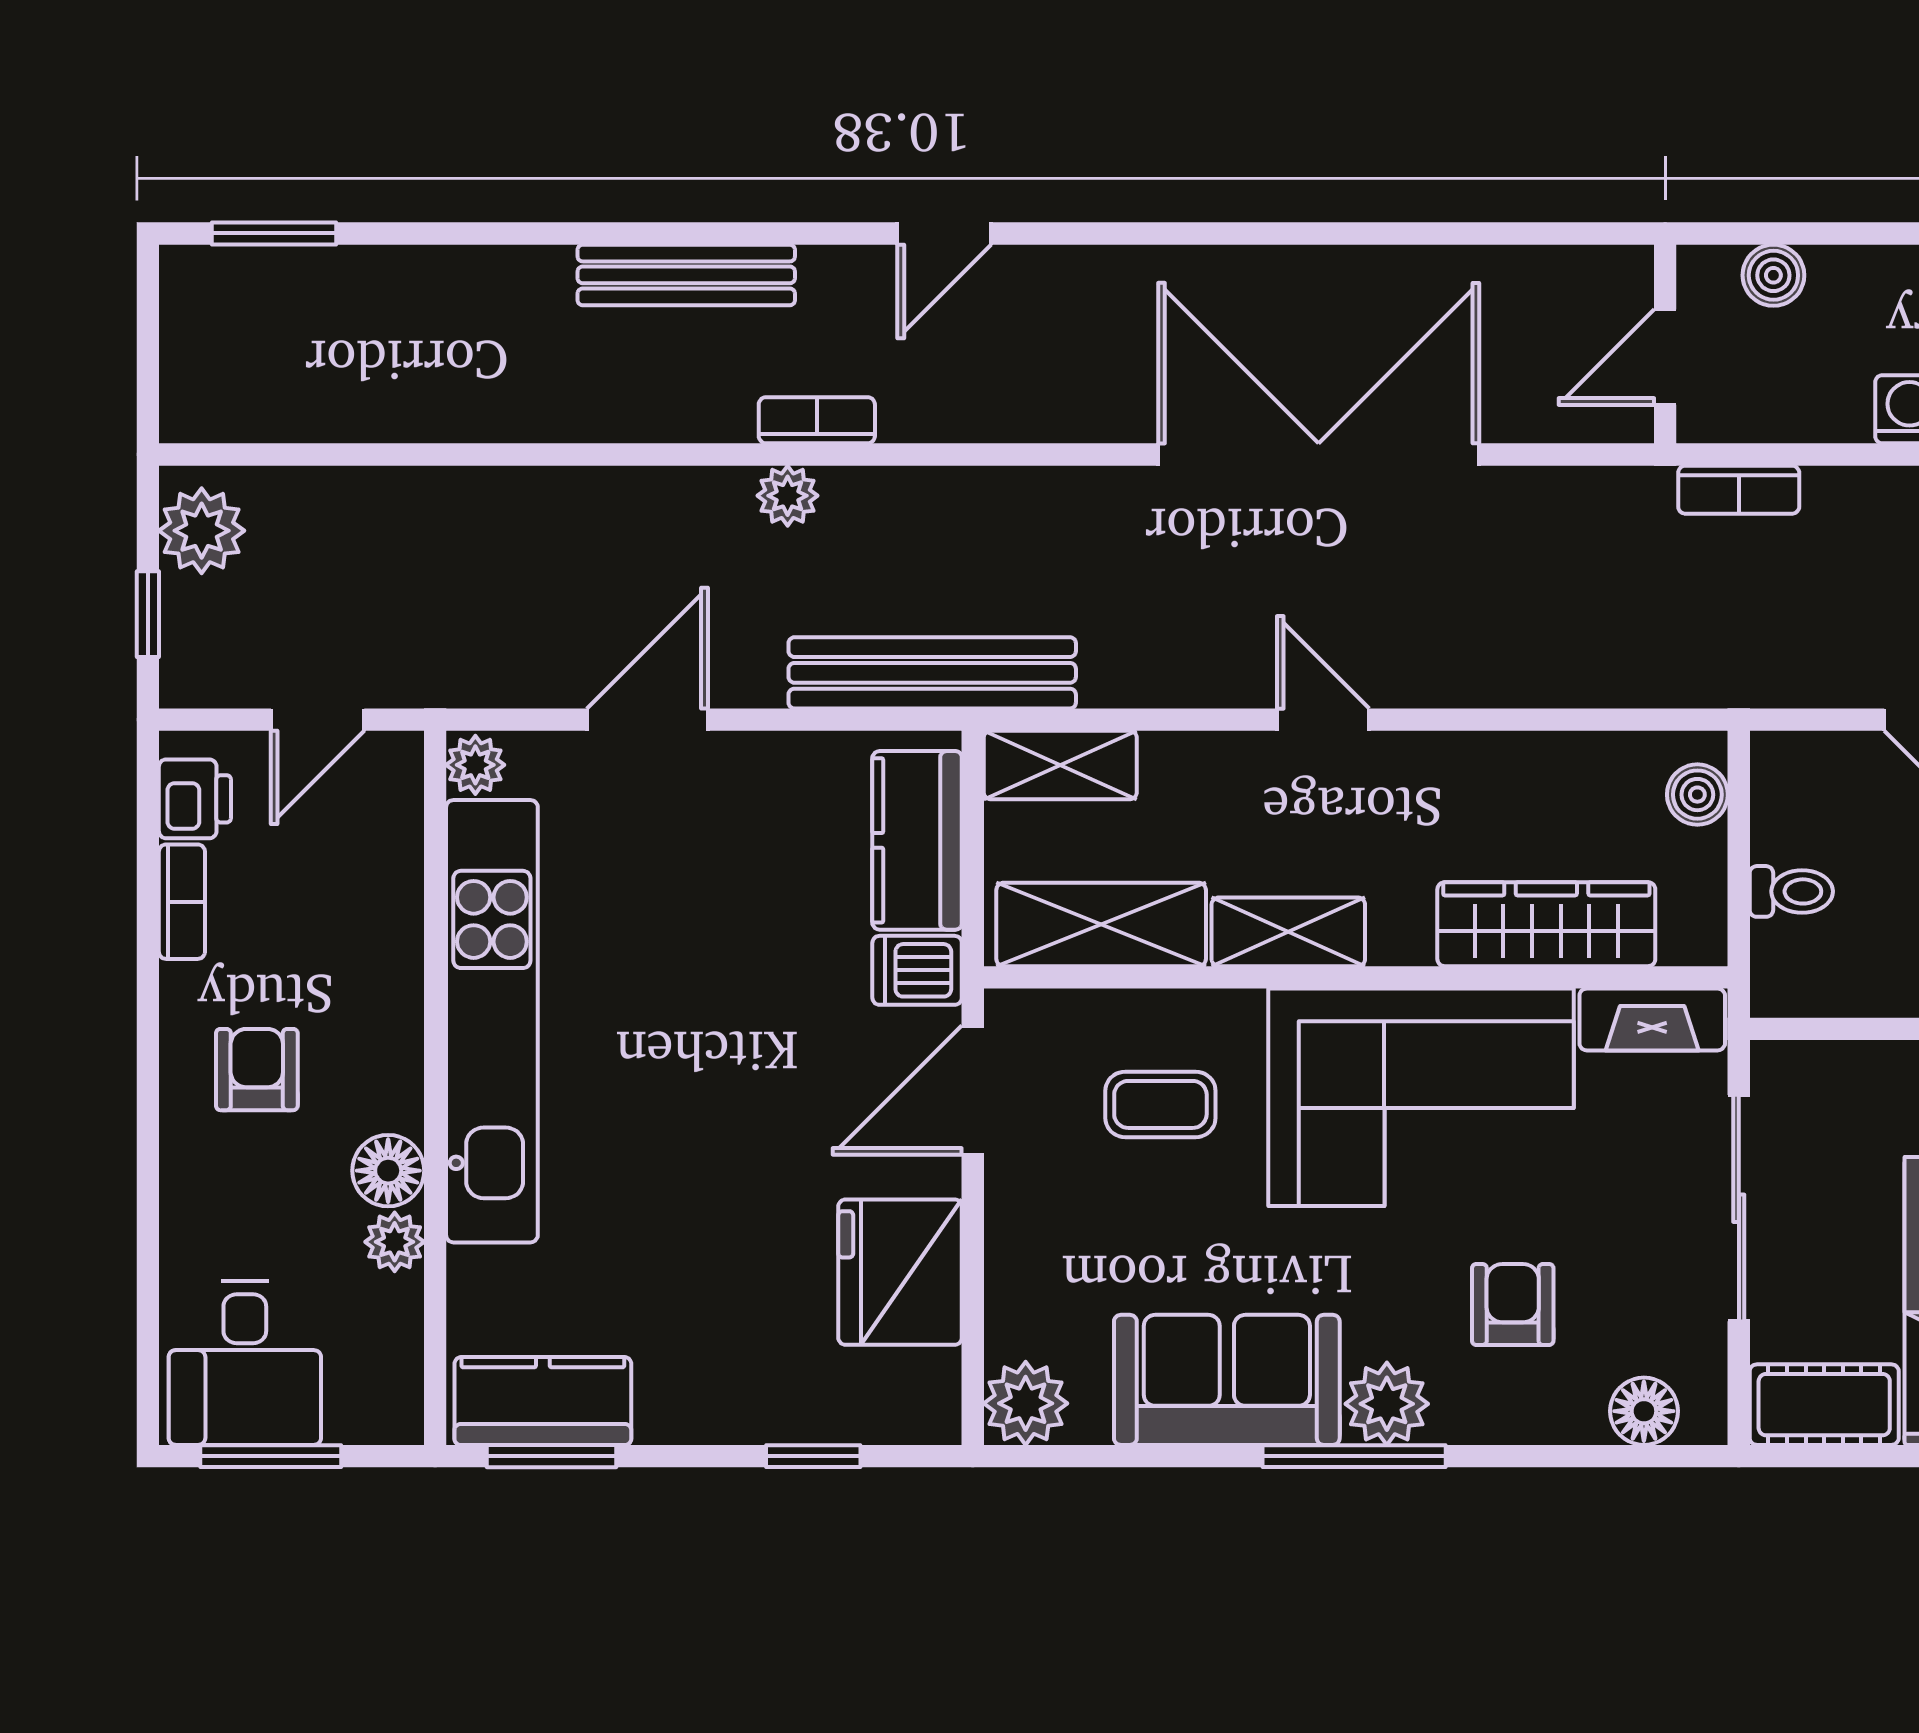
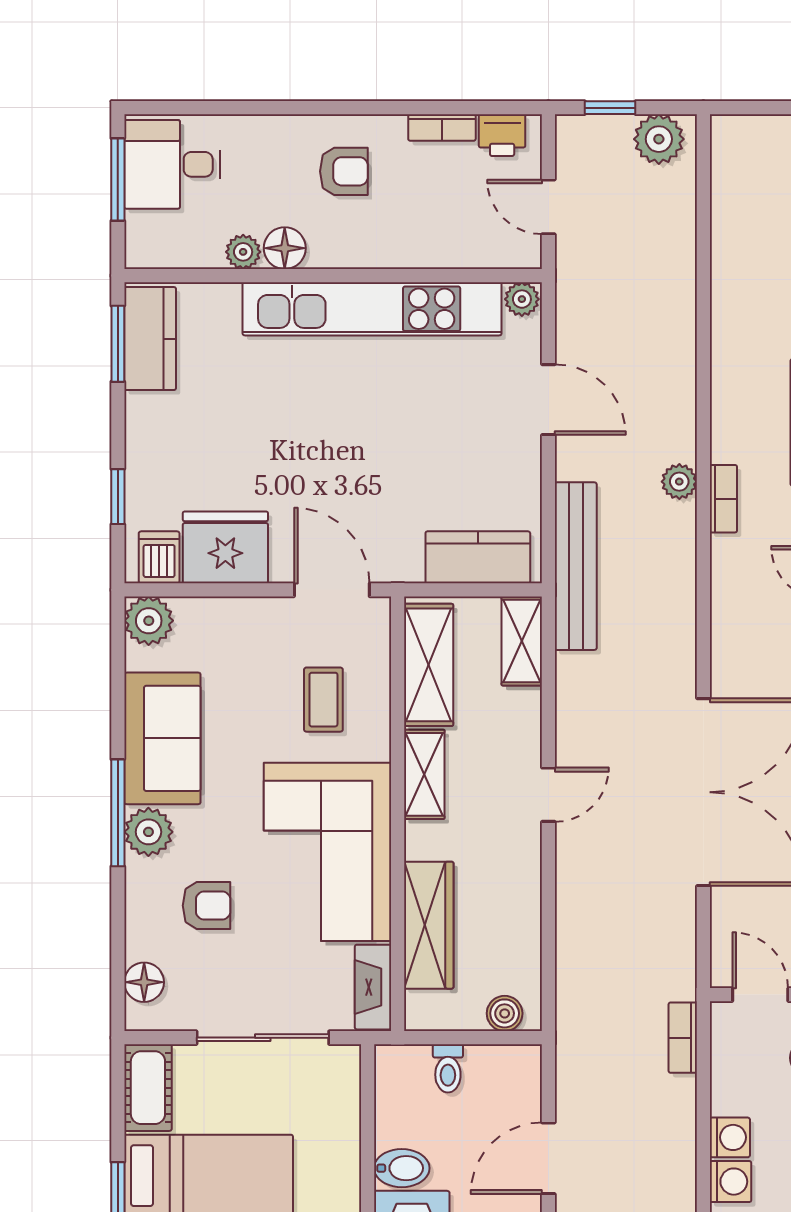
dishwasher: (917, 970) -> (159, 557), moved

